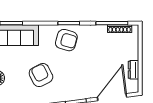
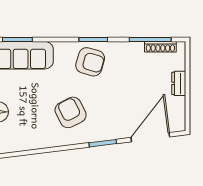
dresser: (133, 70) -> (179, 83), moved
armchair: (41, 75) -> (71, 112), moved

